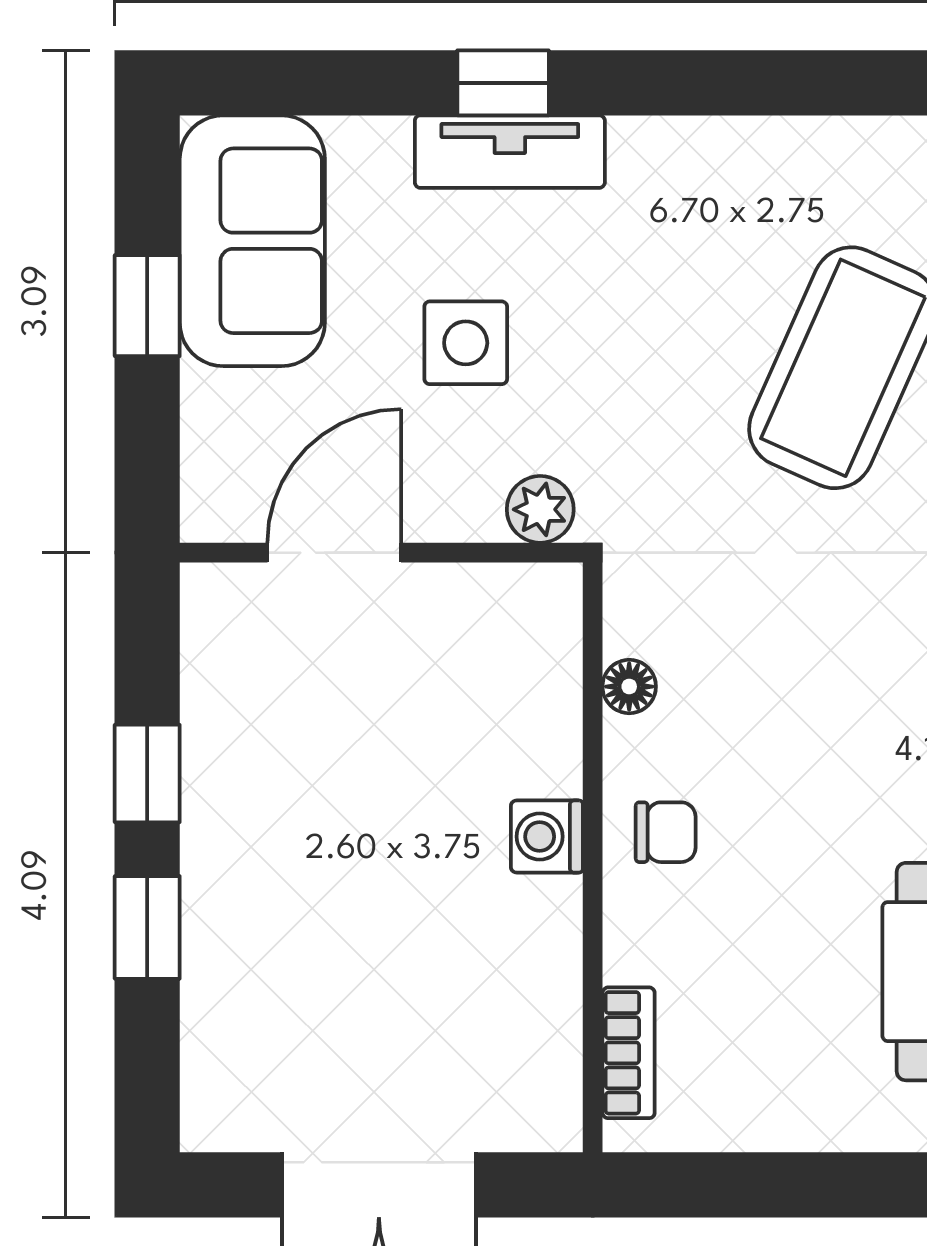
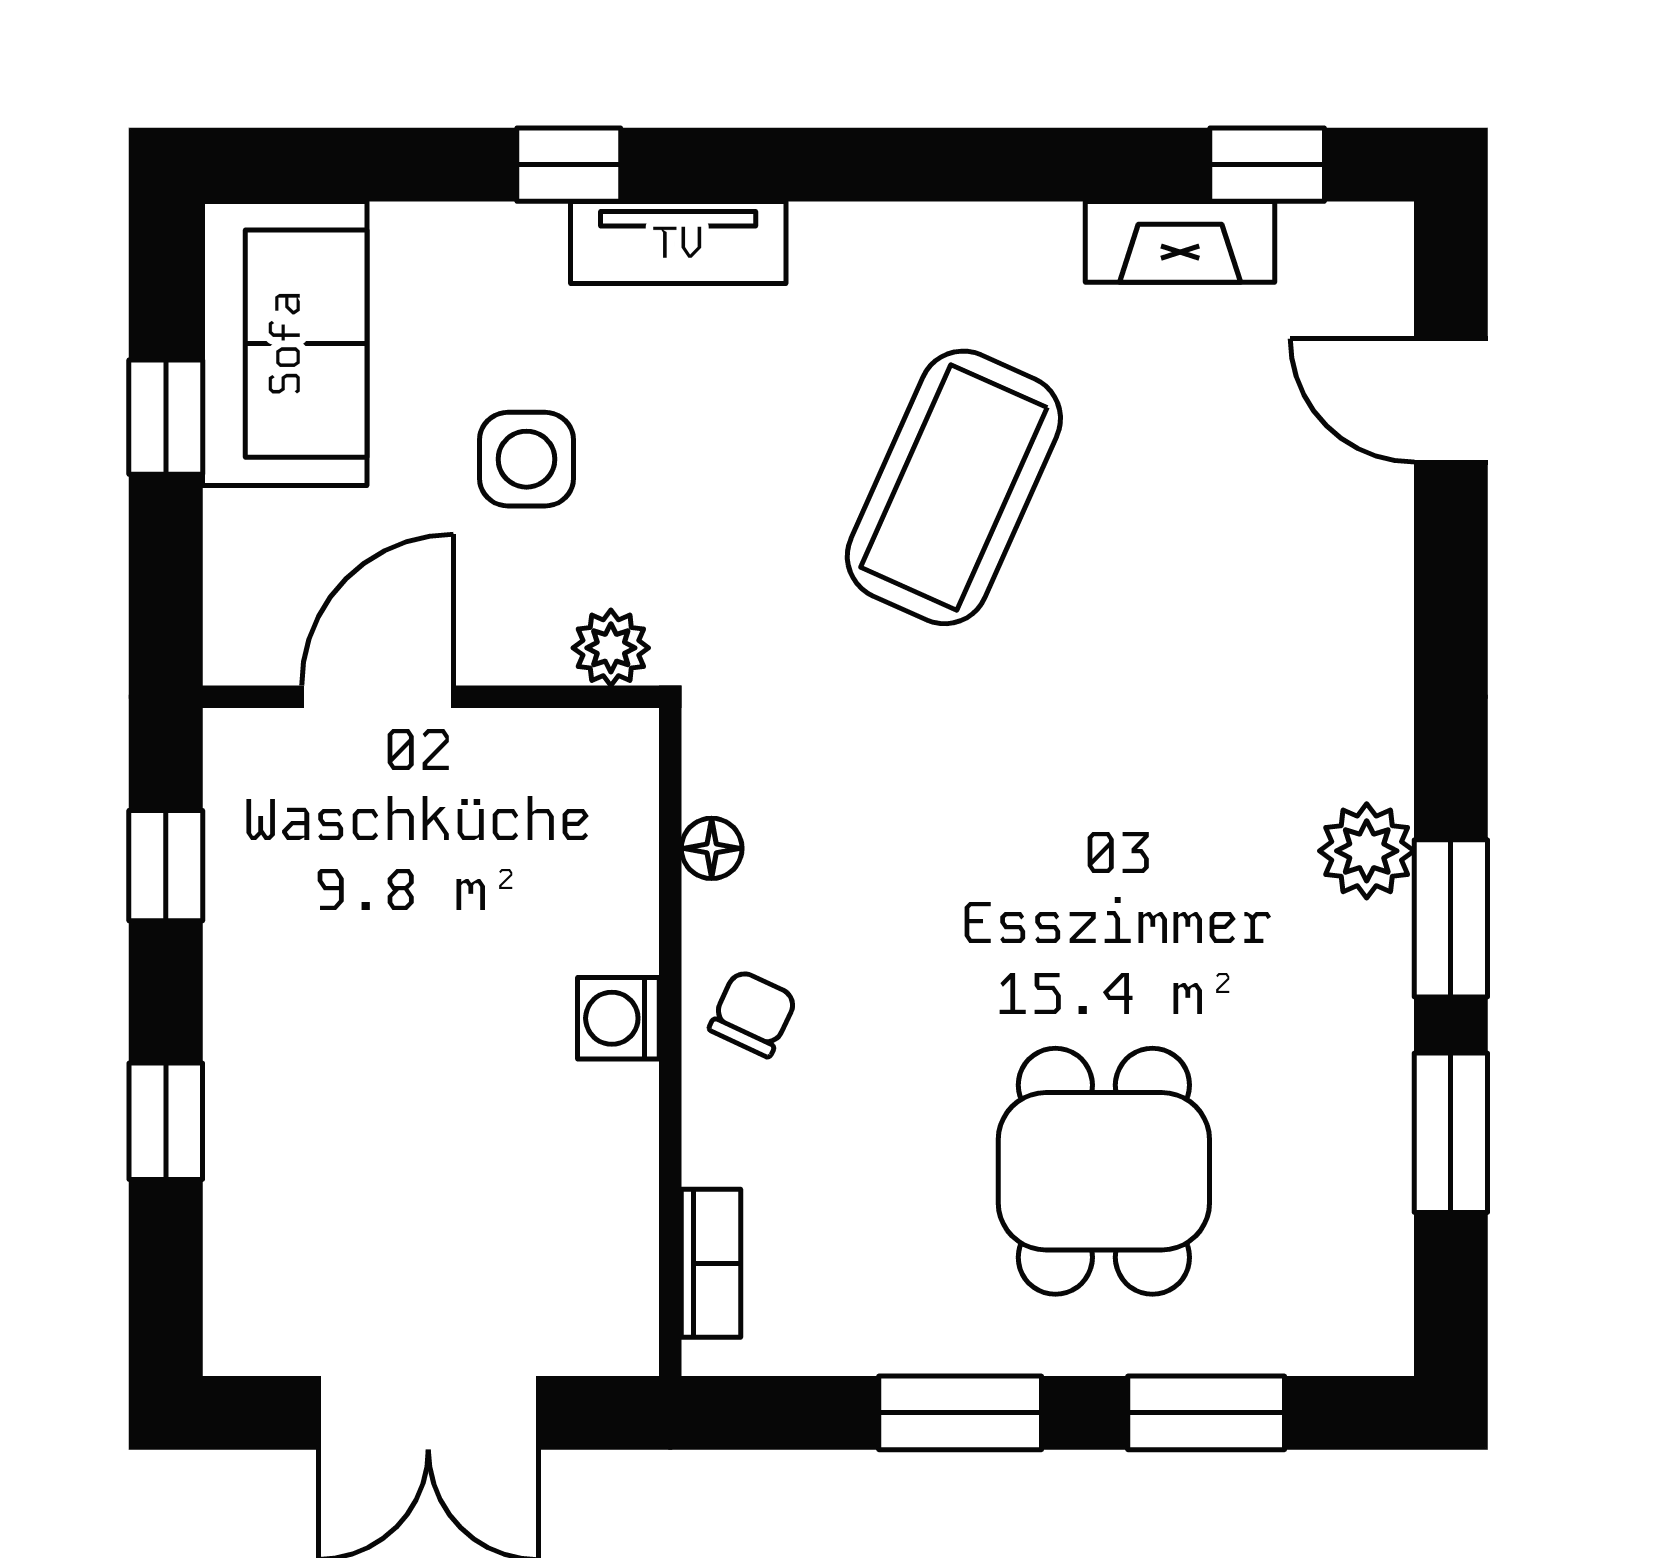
tv unit: (510, 152) -> (678, 243), moved
window: (147, 773) -> (166, 866), moved
chair: (666, 832) -> (753, 1013), turned -65
window: (849, 1185) -> (960, 1413), added

